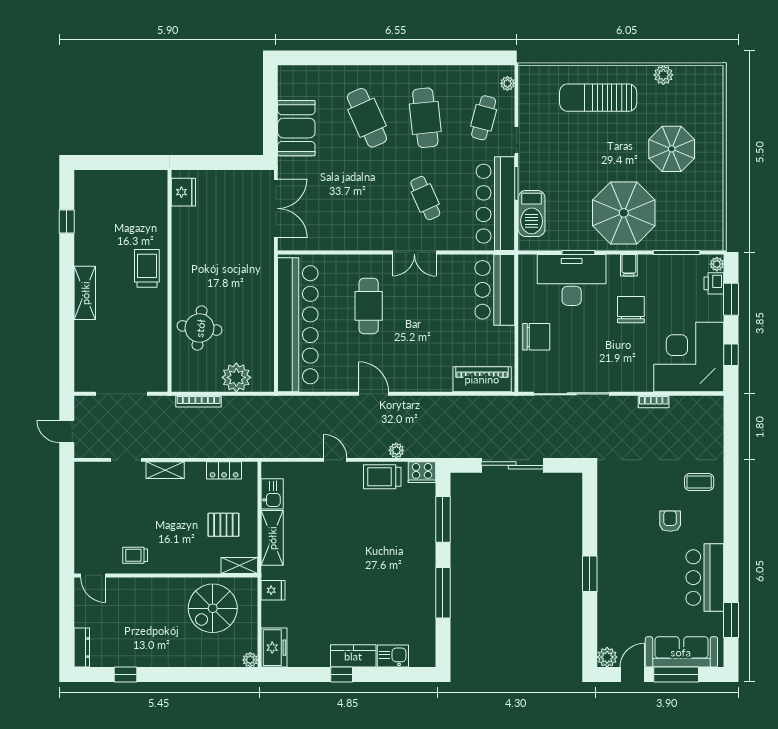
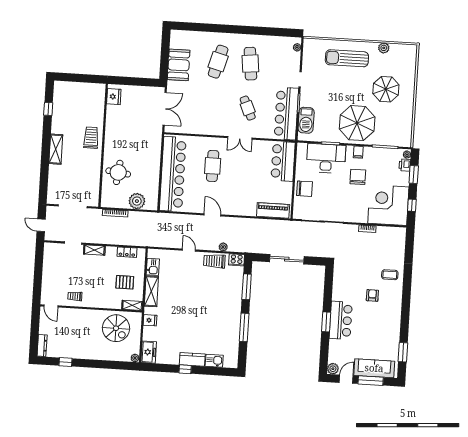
cafe table: (367, 118) -> (218, 62), turned 39
cafe table: (484, 118) -> (283, 66), removed
bar counter: (705, 578) -> (341, 320), moved, turned 180
spiral stairs: (213, 608) -> (116, 328), turned -90

